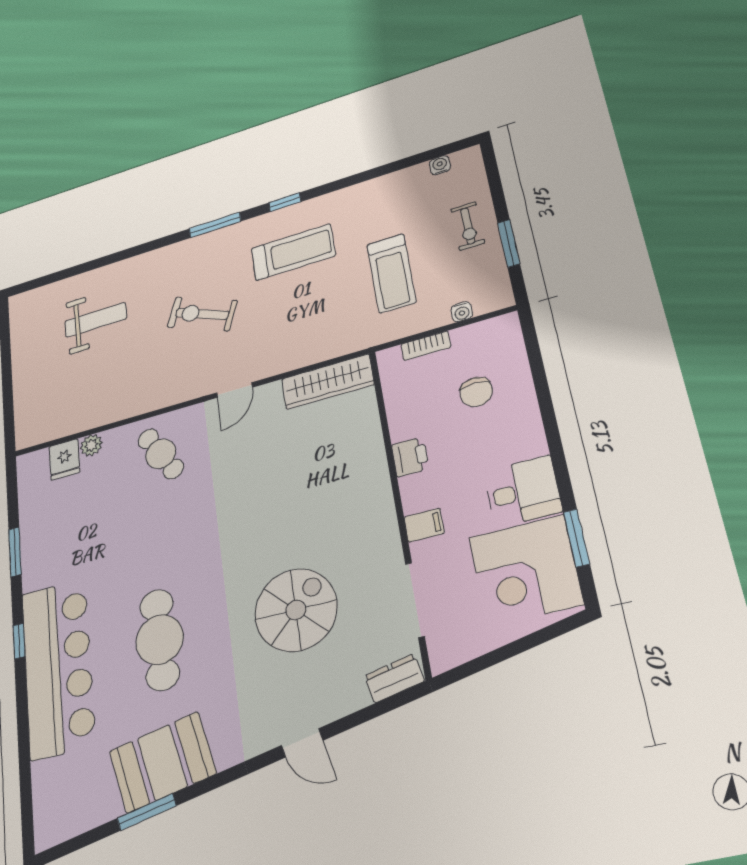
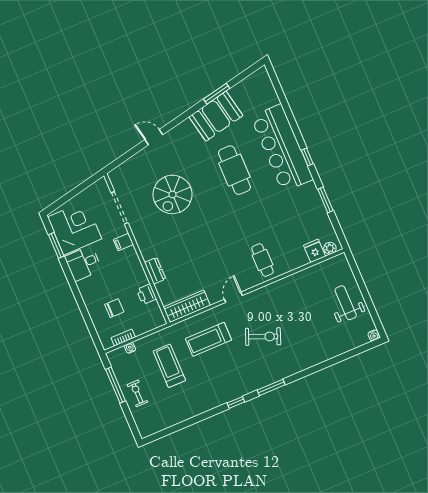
water cooler: (440, 165) -> (374, 335), moved
window: (509, 243) -> (116, 385), width x1.44
treadmill: (293, 252) -> (209, 339), moved
weight bench: (96, 320) -> (346, 303), moved, turned 90
bookcase: (426, 346) -> (123, 338), moved
chair: (476, 392) -> (114, 308), turned 90
plant: (91, 445) -> (330, 248), moved
cafe table: (161, 454) -> (262, 260), turned 30
printer: (410, 457) -> (146, 294), moved
dresser: (394, 678) -> (155, 271), moved, turned -78

